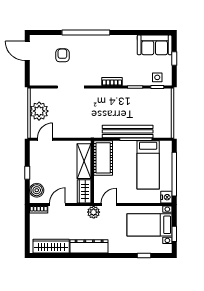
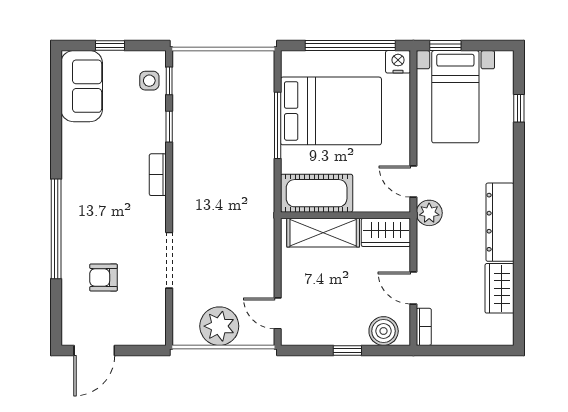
bench: (128, 131) -> (262, 142), removed
bed: (148, 165) -> (331, 111), width x1.50
window: (174, 234) -> (445, 46), moved
wardrobe: (51, 246) -> (500, 288), width x0.67

